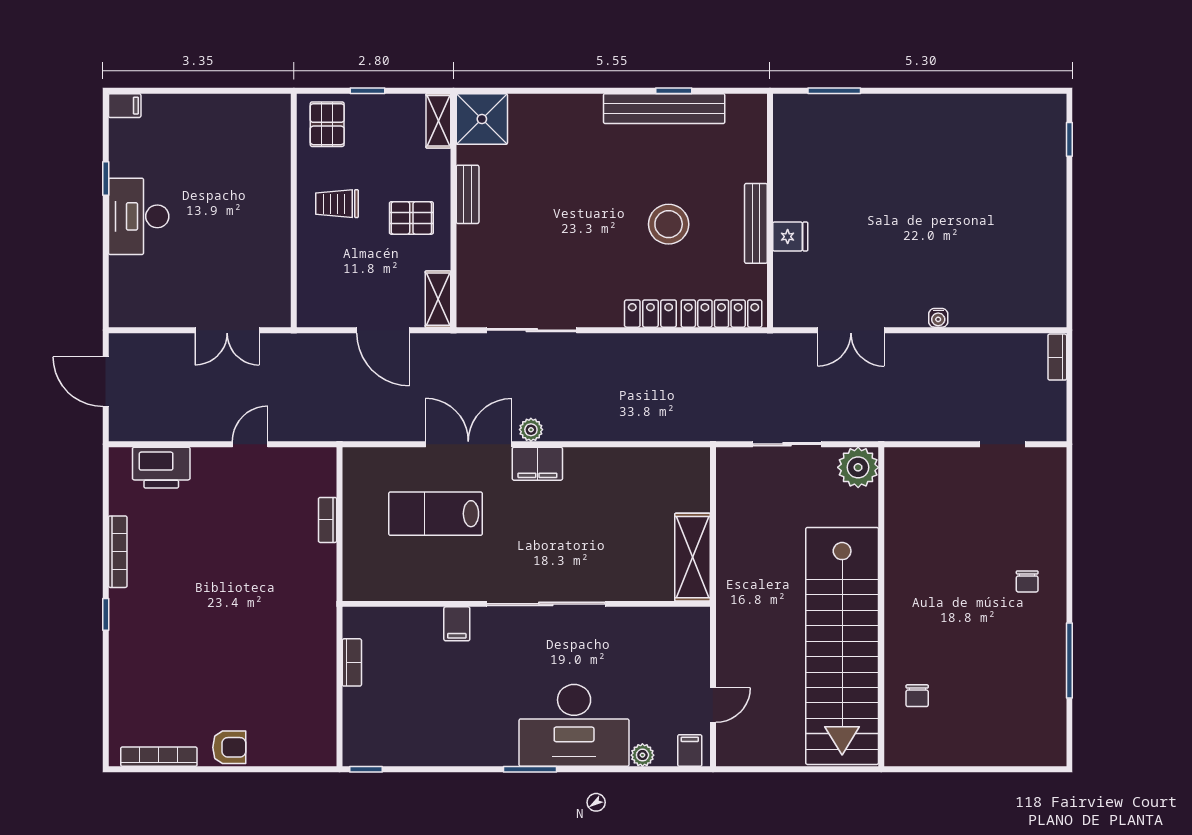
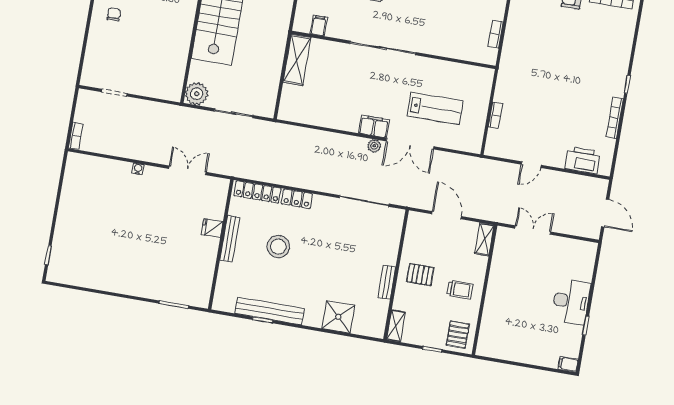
shower: (482, 119) -> (338, 317), moved
shelving: (438, 299) -> (484, 239), moved
filing cabinet: (457, 624) -> (319, 26), moved

